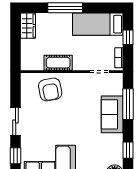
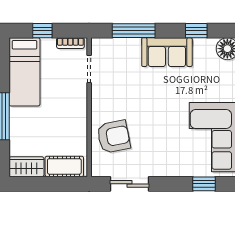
cot: (58, 63) -> (64, 166), moved, turned 90
sofa: (112, 114) -> (167, 52), moved
sliding door: (16, 121) -> (129, 184), moved

